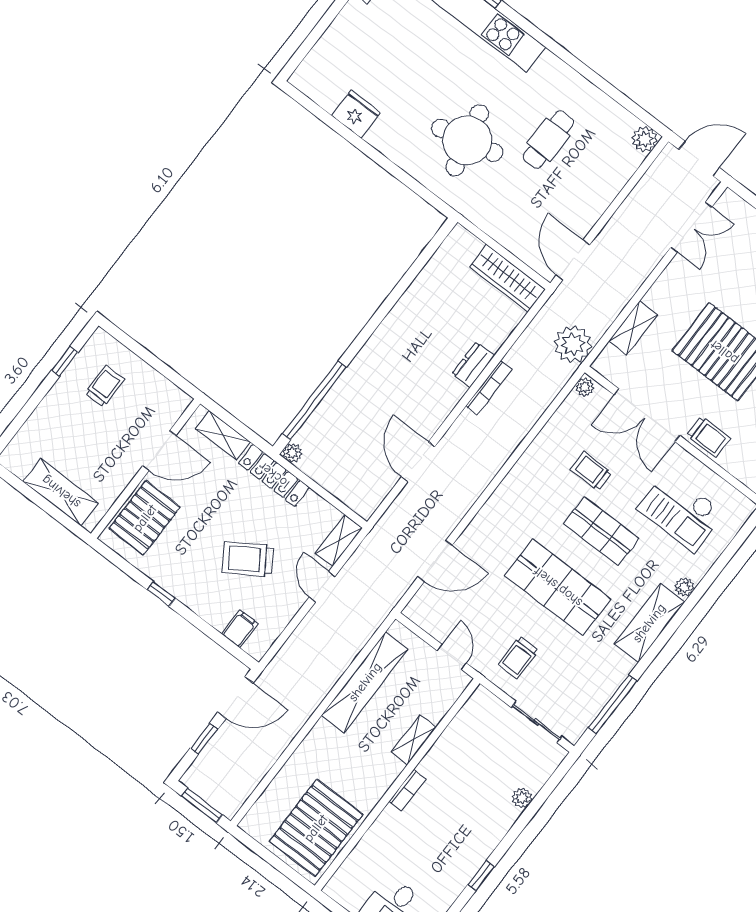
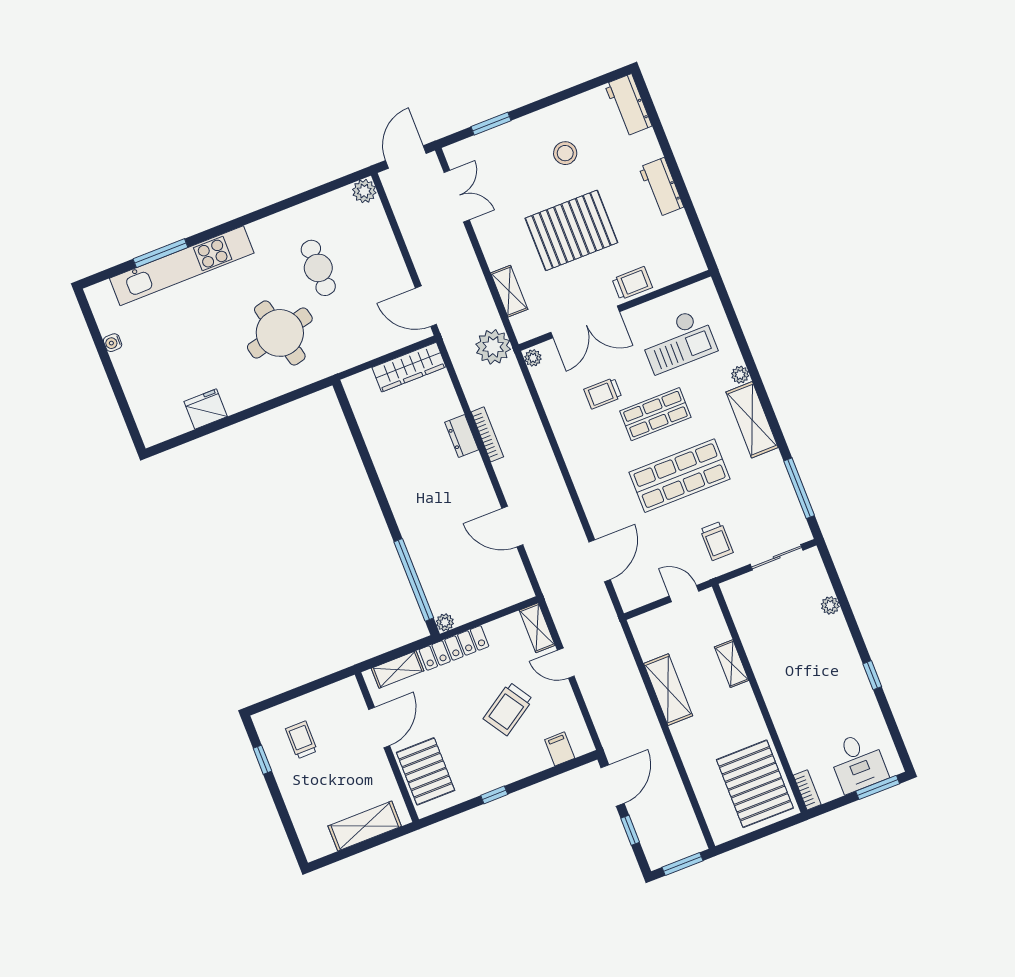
shelving: (365, 682) -> (668, 690), width x0.68
bookcase: (408, 790) -> (807, 790), moved

